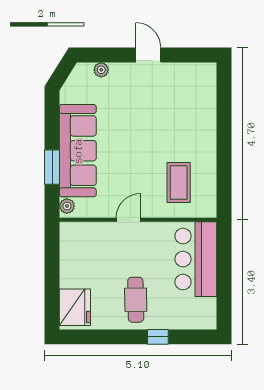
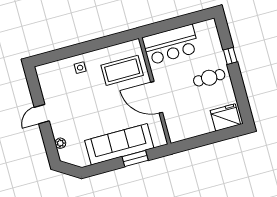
side table: (198, 125) -> (80, 68), added
coffee table: (179, 182) -> (122, 70), width x1.36, depth x1.32
plant: (67, 206) -> (159, 141), removed
door: (128, 220) -> (157, 97), width x1.87

